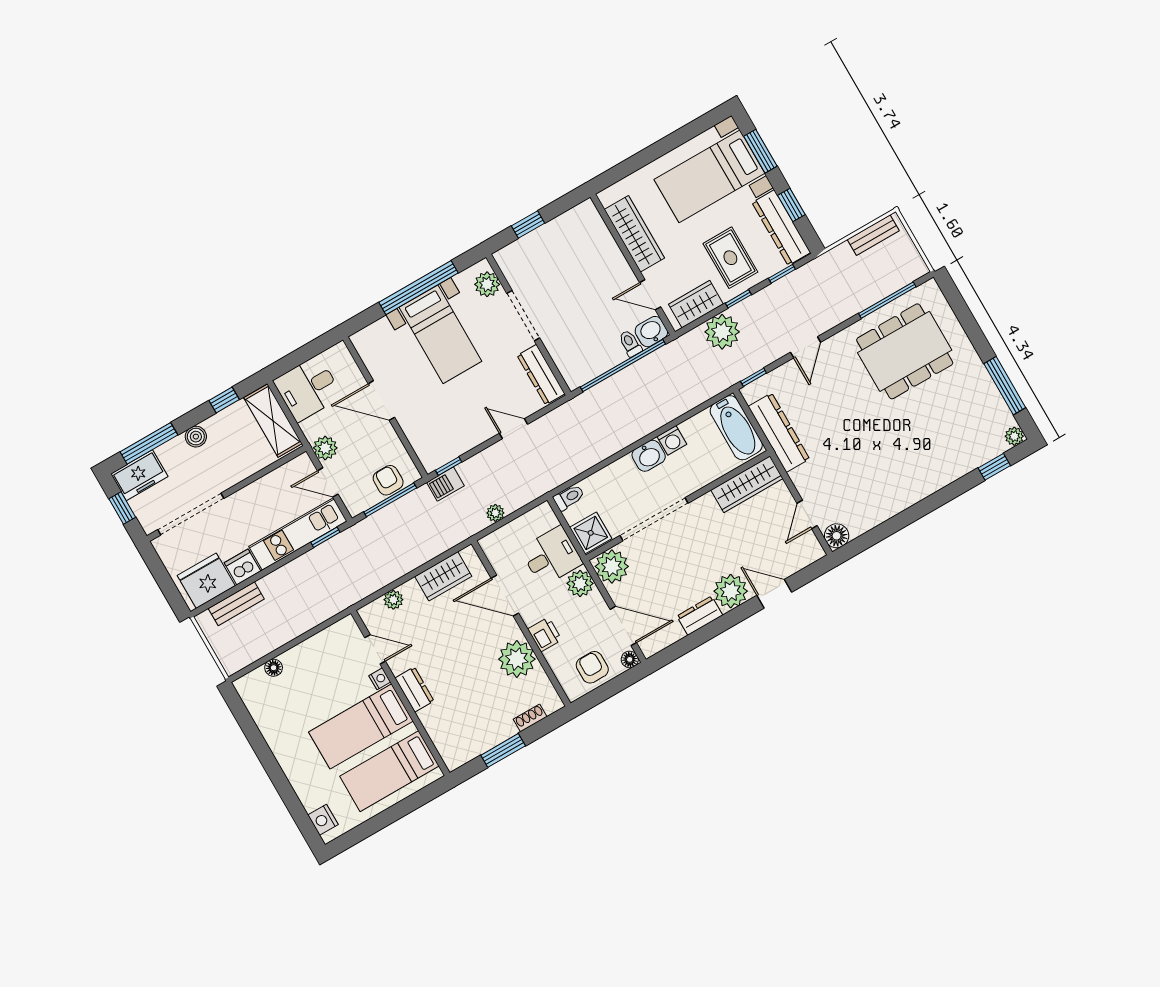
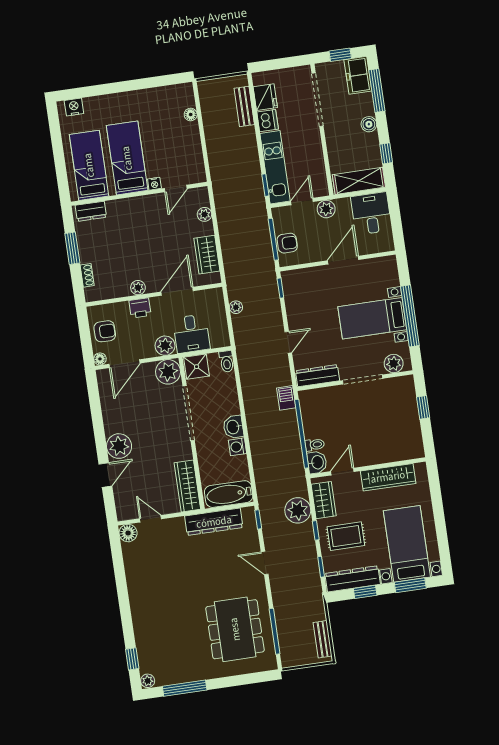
barbecue: (445, 484) -> (286, 398), moved
fridge: (206, 581) -> (265, 97), width x0.73, depth x0.75
dresser: (700, 616) -> (111, 418), removed
plant: (517, 659) -> (138, 288), width x0.53, depth x0.53
dresser: (414, 690) -> (91, 211), moved

